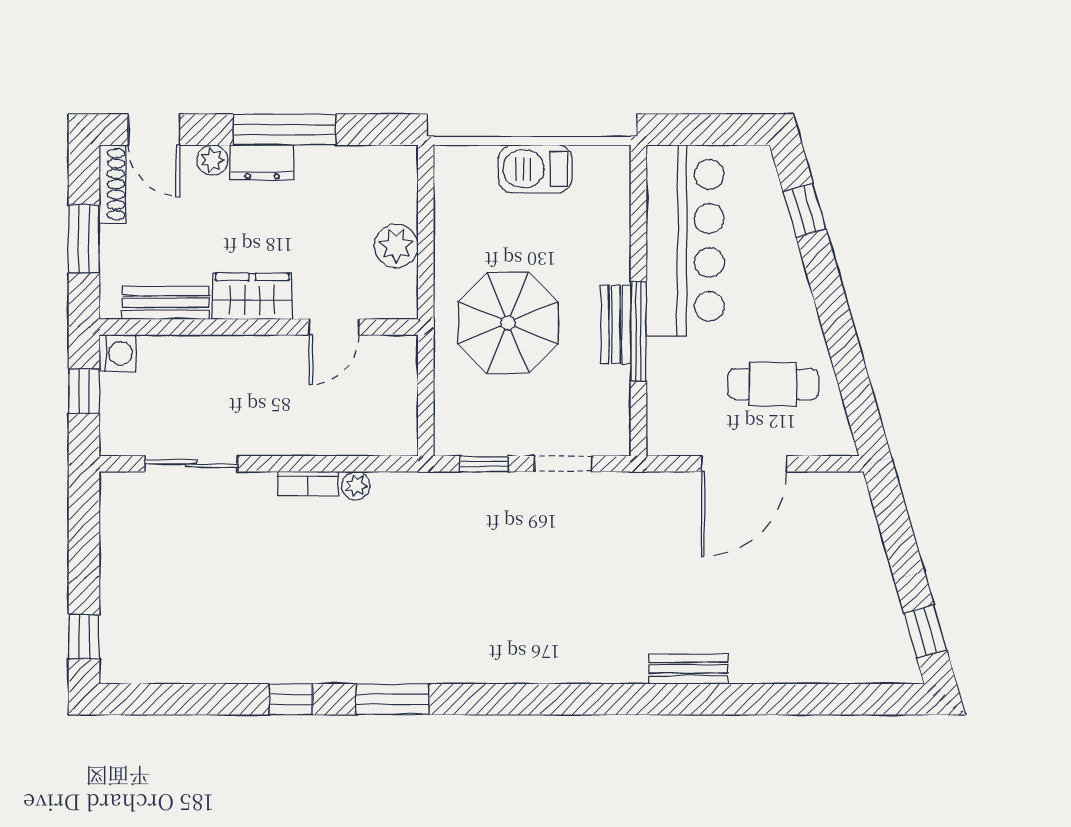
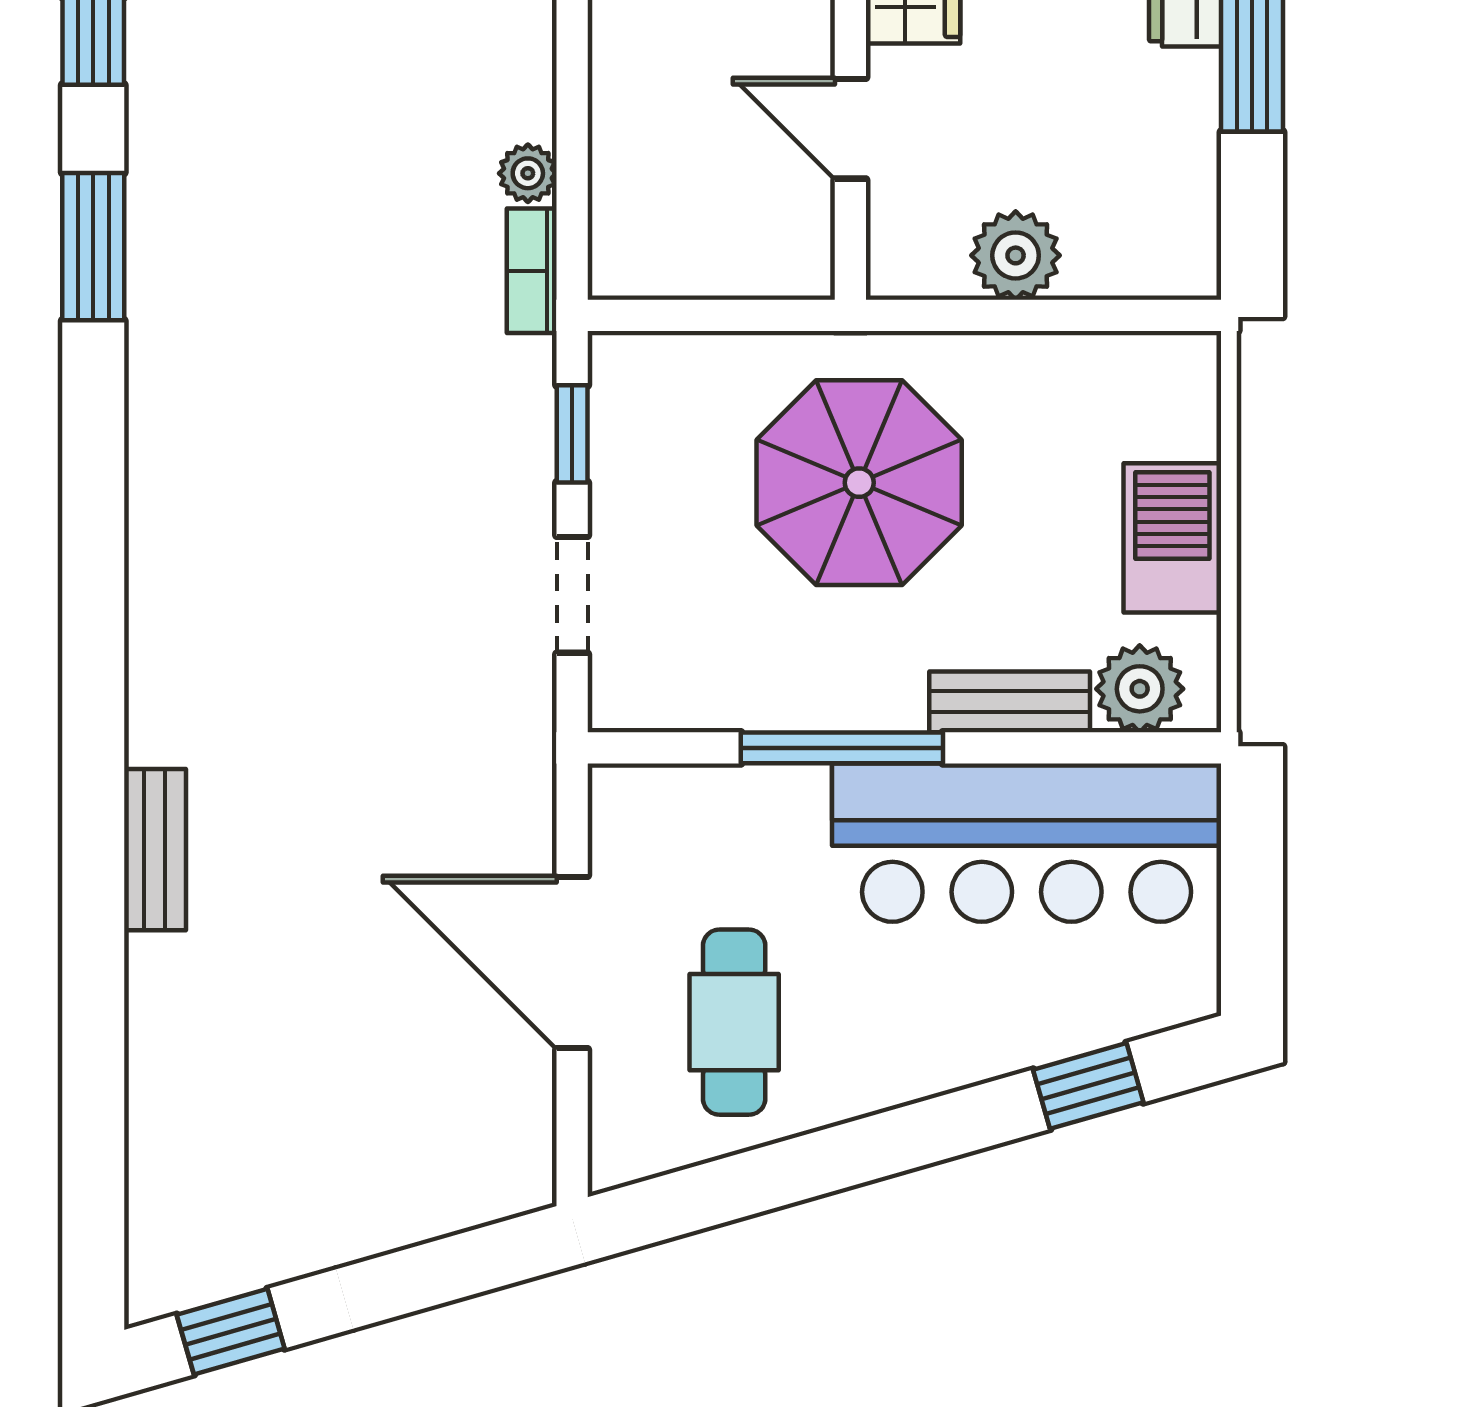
plant: (609, 185) -> (1140, 689), added
bench: (616, 325) -> (1010, 702), moved
bookcase: (308, 484) -> (532, 271), moved

